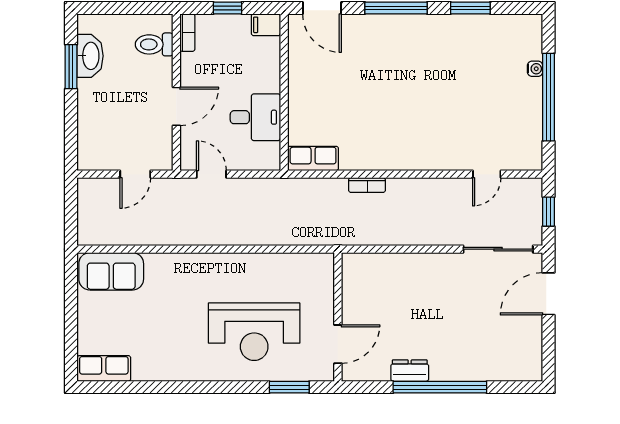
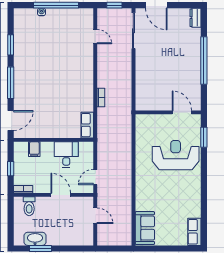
filing cabinet: (266, 25) -> (34, 149), moved
reception desk: (254, 332) -> (176, 155), turned -90
dresser: (410, 371) -> (195, 18), moved

